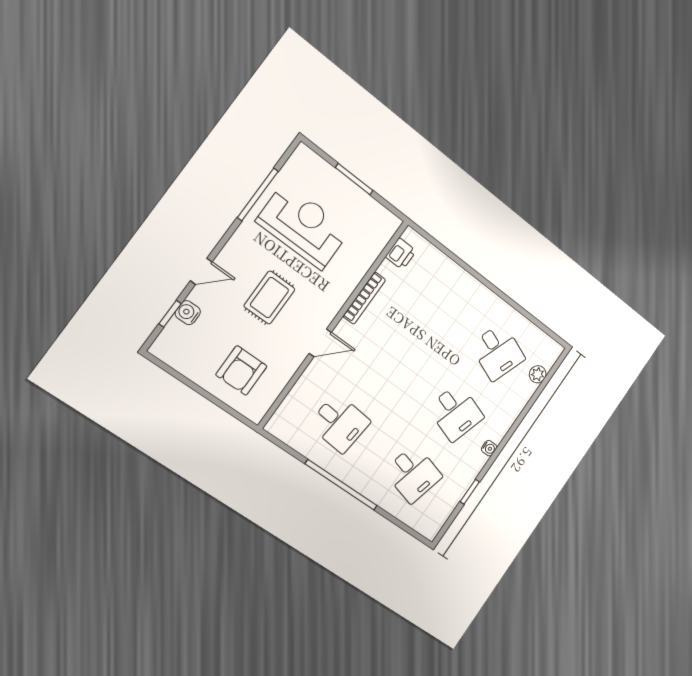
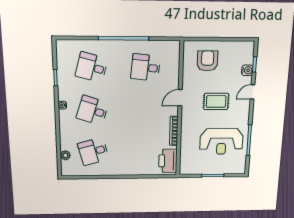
printer: (401, 254) -> (168, 161), width x1.87, depth x1.48
rug: (269, 298) -> (216, 101), turned 90
desk: (498, 352) -> (93, 151), turned -36

